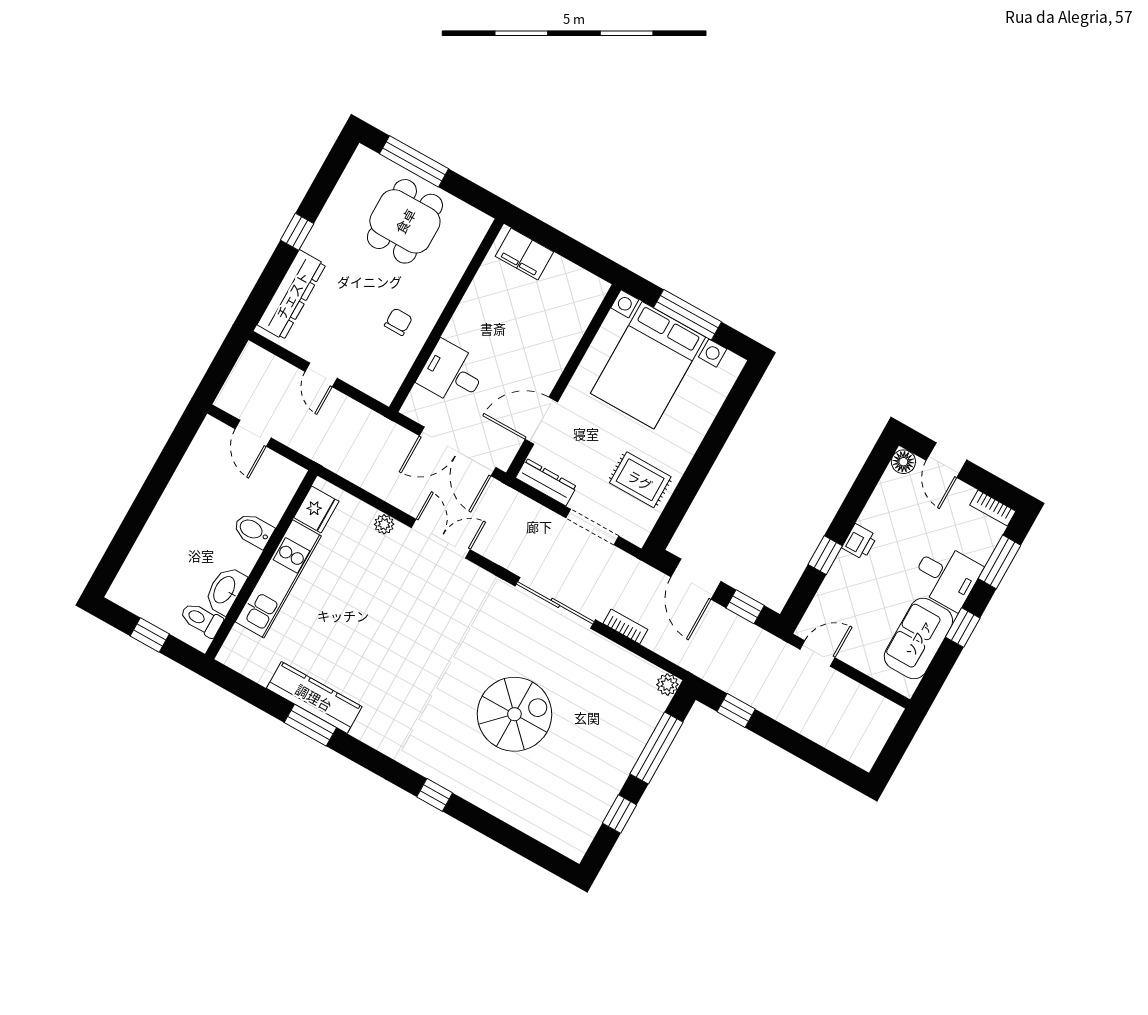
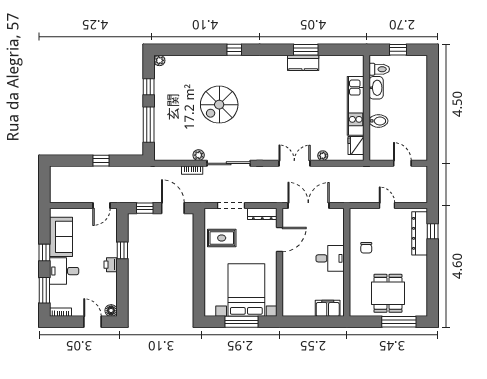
window: (297, 232) -> (433, 231), moved
desk: (452, 373) -> (330, 258), moved
double door: (441, 539) -> (294, 163), swing flipped
plant: (667, 685) -> (199, 155), moved
kitchen counter: (314, 697) -> (303, 63), width x0.67
window: (736, 710) -> (101, 161), moved
plant: (575, 849) -> (159, 60), added

